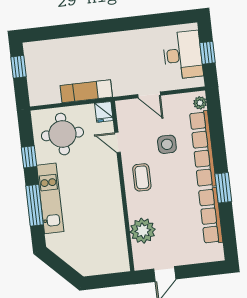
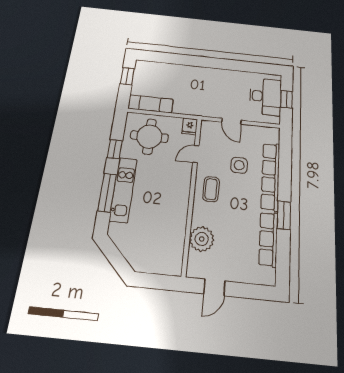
exam couch: (86, 91) -> (151, 104), moved
plant: (200, 103) -> (274, 137), removed
door: (118, 142) -> (196, 154), hinge flipped

